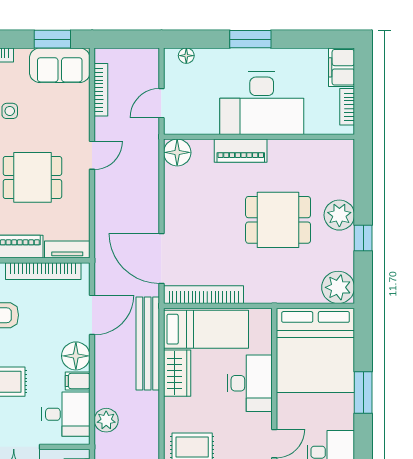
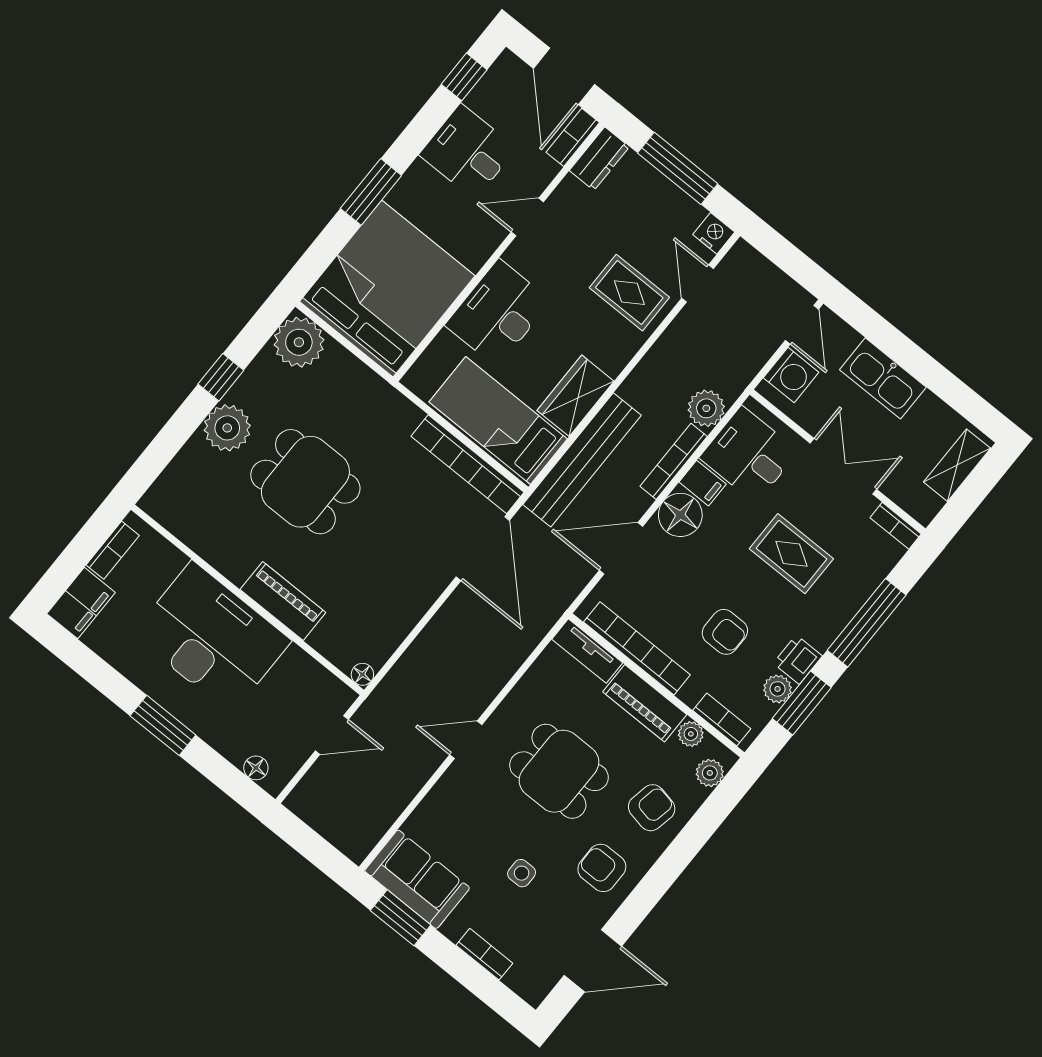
bookcase: (101, 90) -> (674, 461), moved
floor lamp: (177, 152) -> (362, 674), width x0.53, depth x0.53

